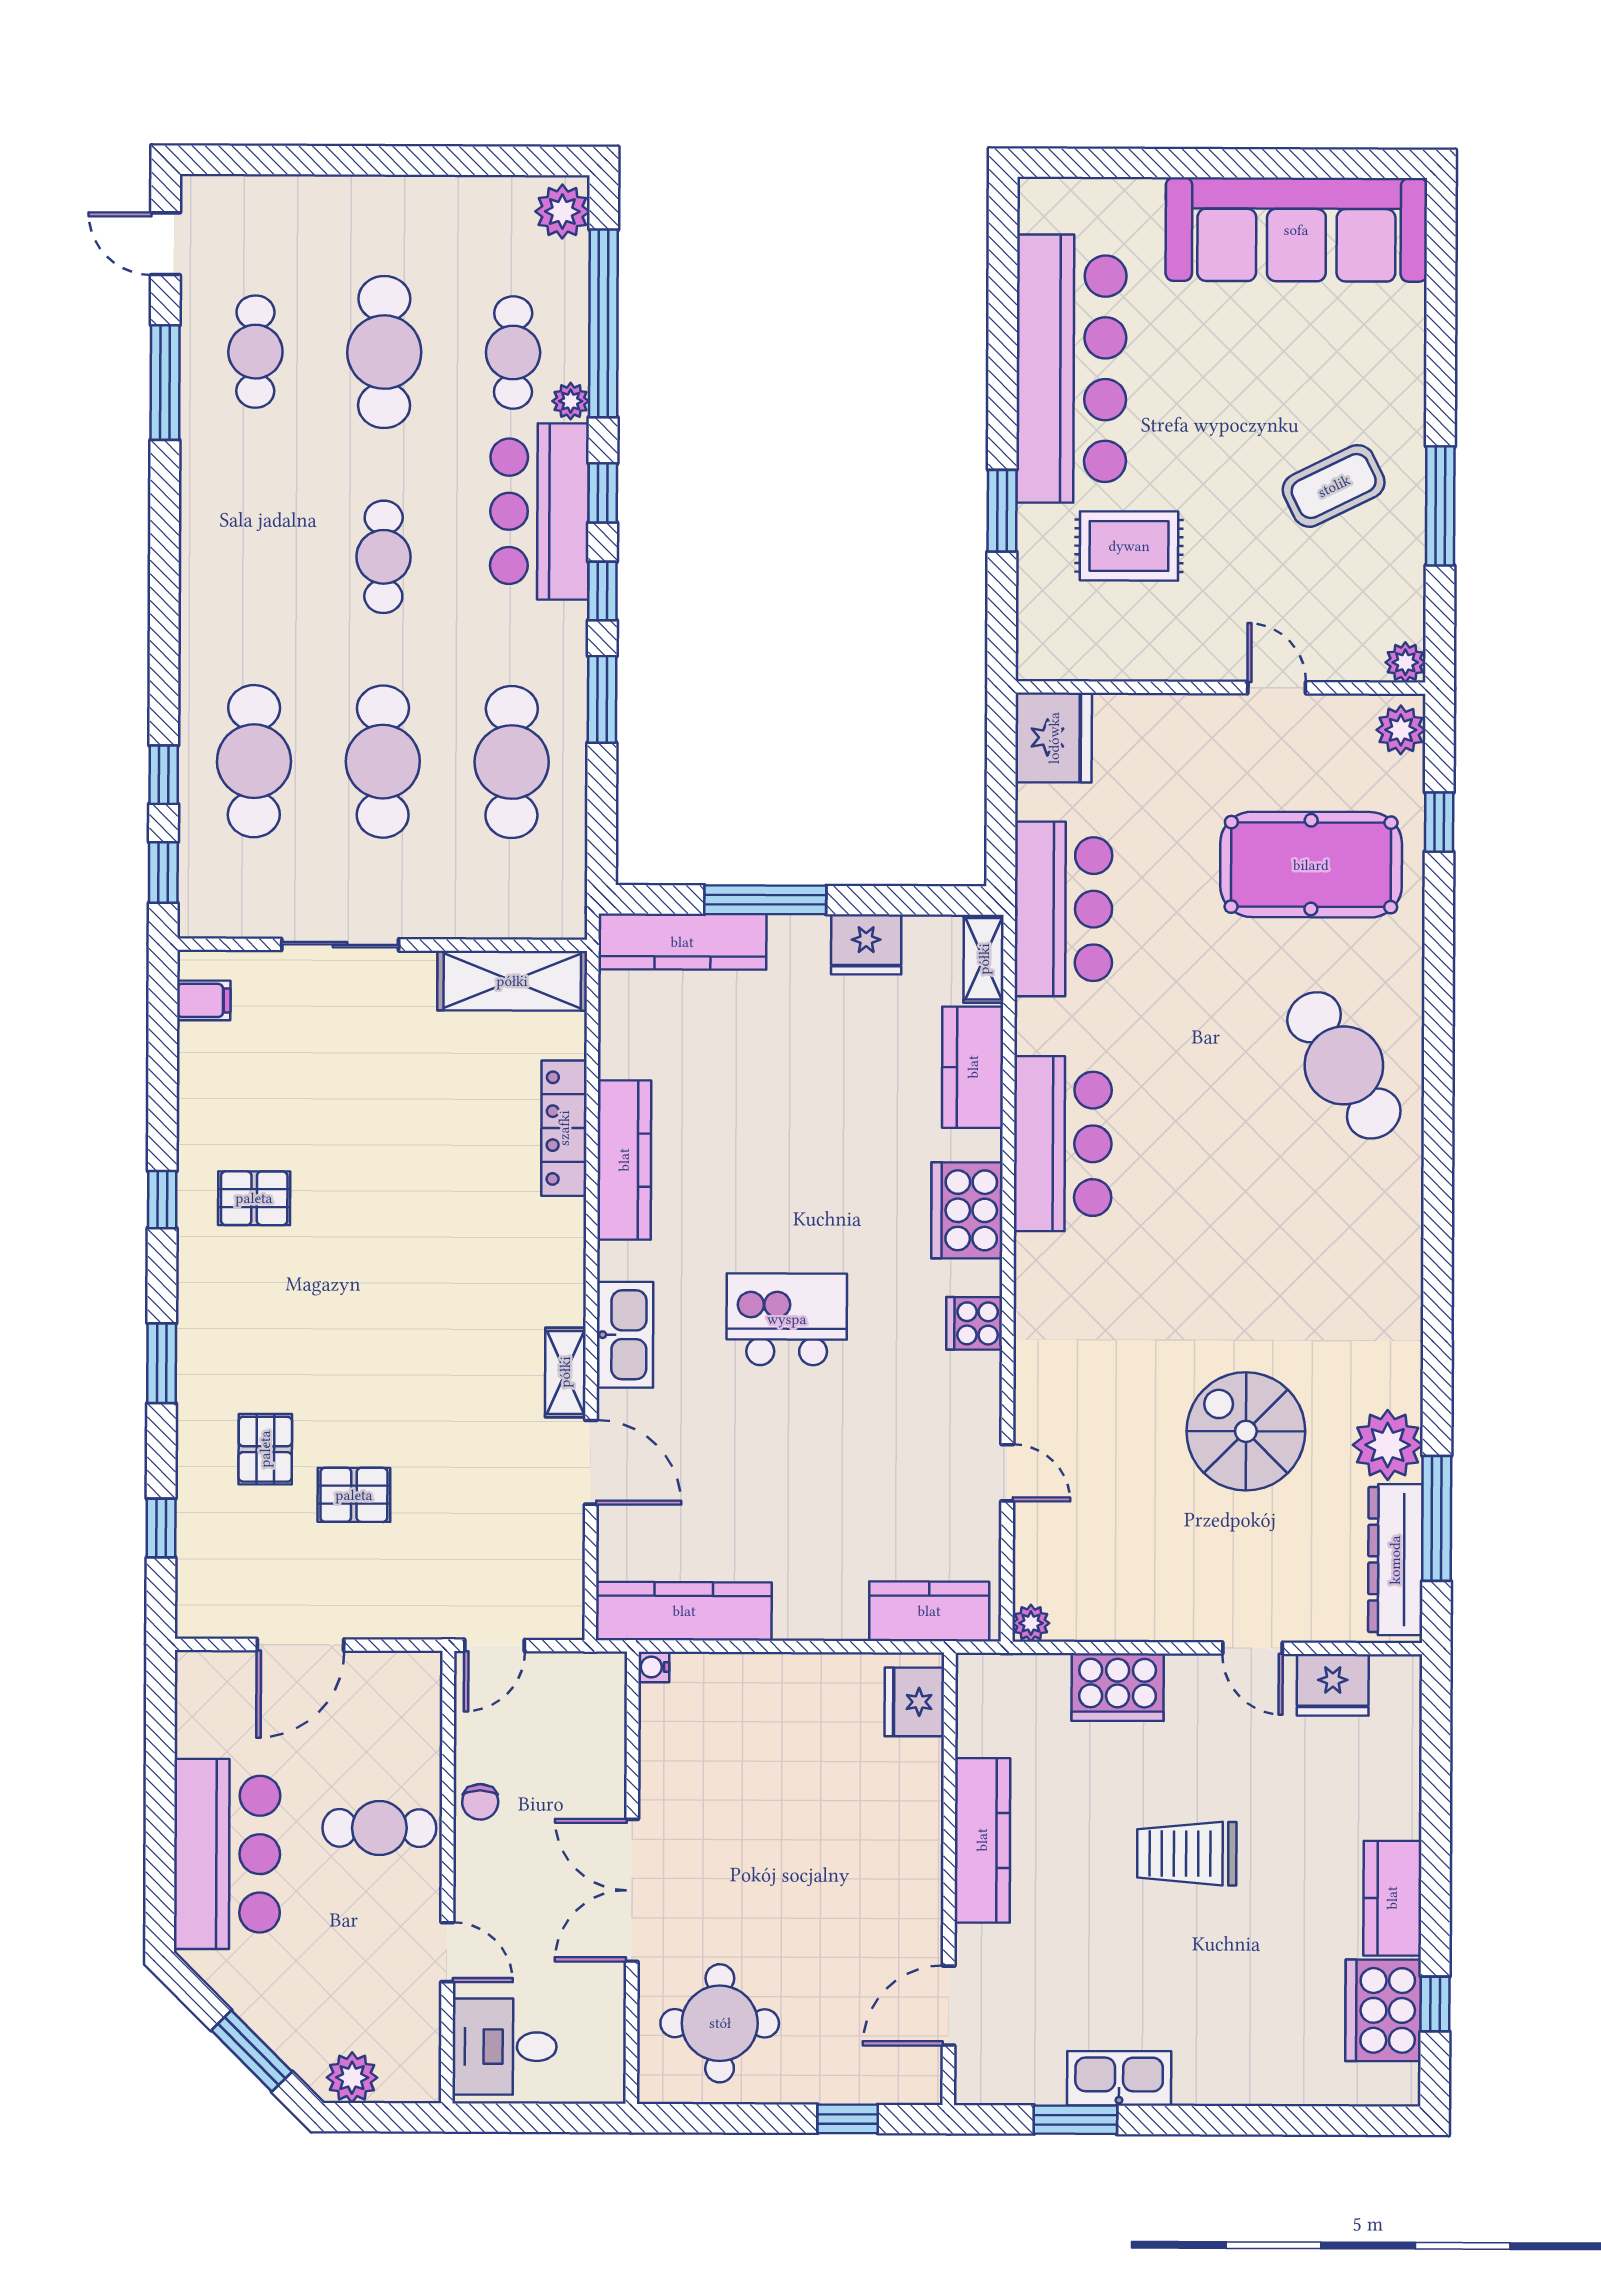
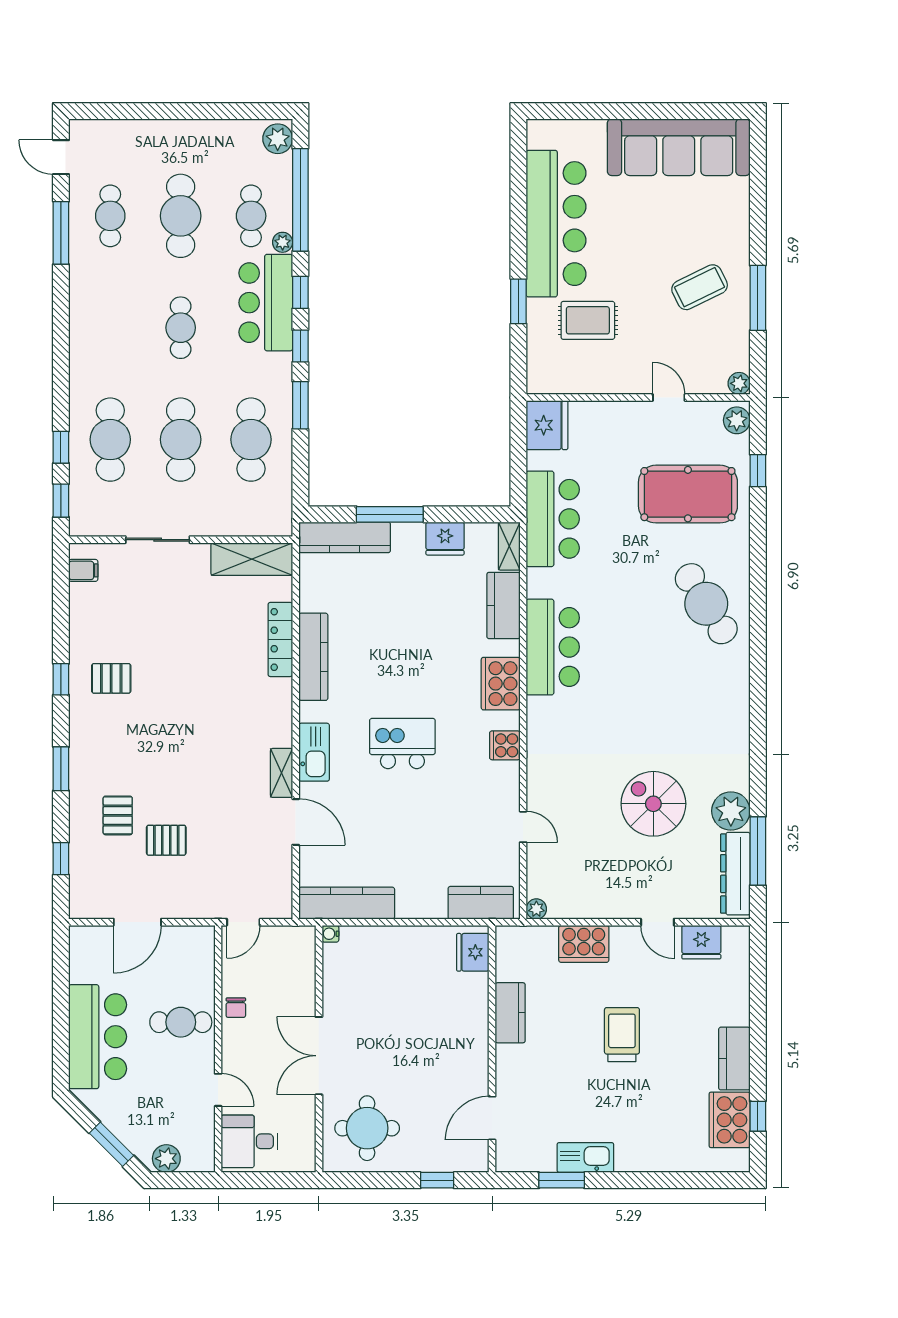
kitchen counter: (982, 1840) -> (510, 1013), width x0.67
trolley: (1187, 1854) -> (622, 1035), turned 90

